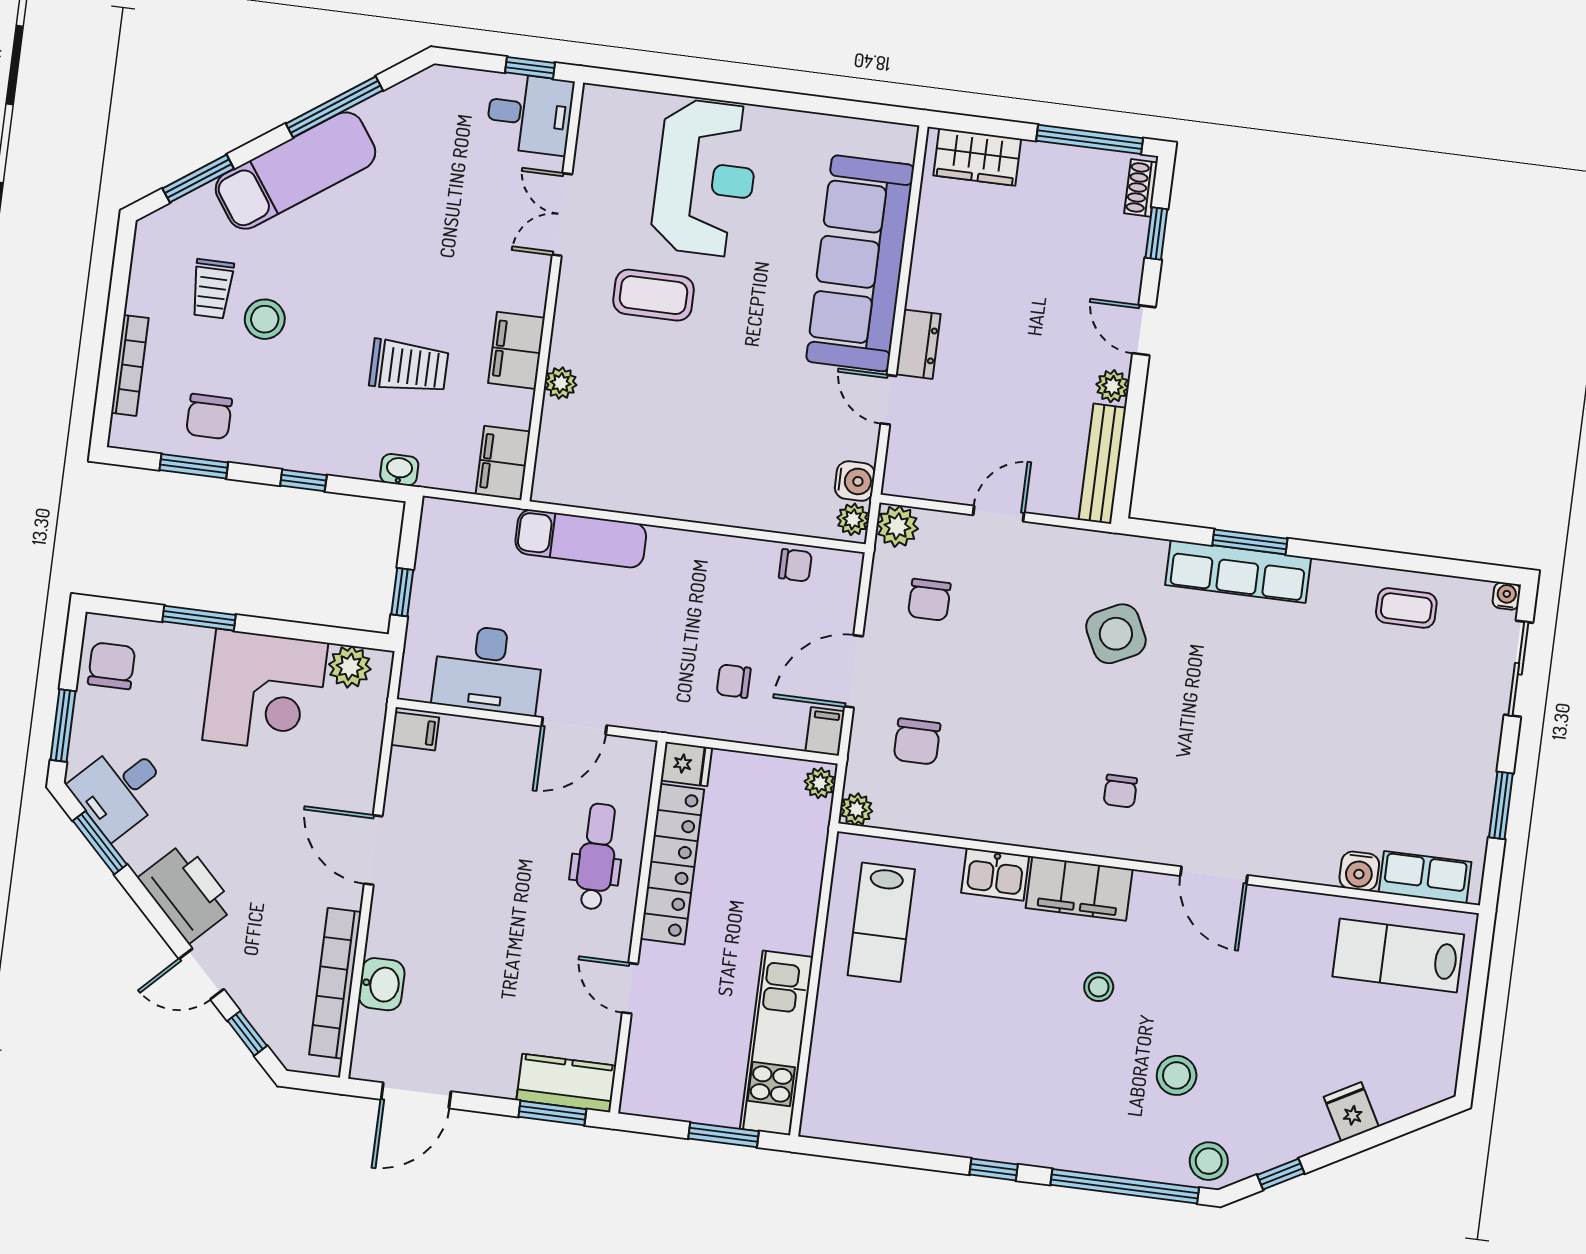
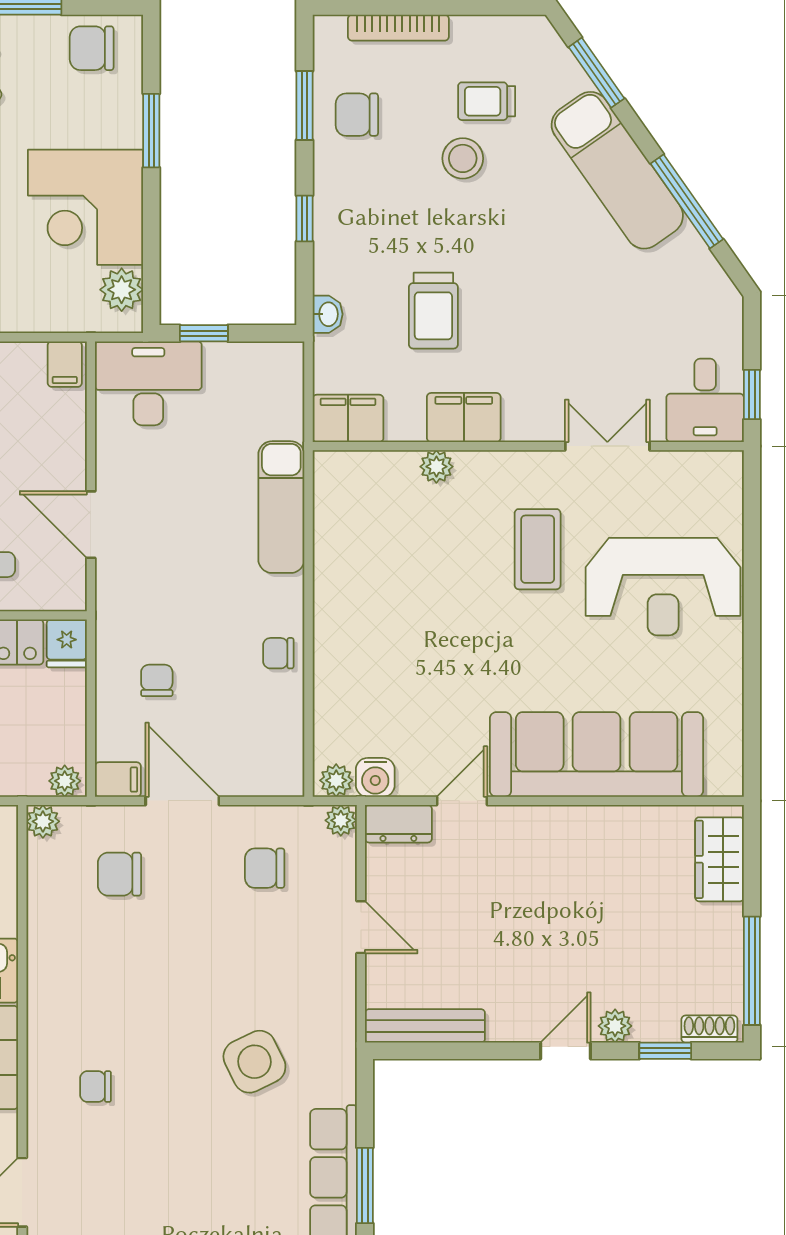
dresser: (918, 344) -> (398, 824), moved
plant: (1112, 386) -> (615, 1026), moved
plant: (897, 526) -> (341, 820), width x0.73, depth x0.73
chair: (795, 565) -> (278, 653), moved, turned 90
chair: (112, 666) -> (92, 48), turned 180
desk: (488, 669) -> (148, 383), moved, turned 90

